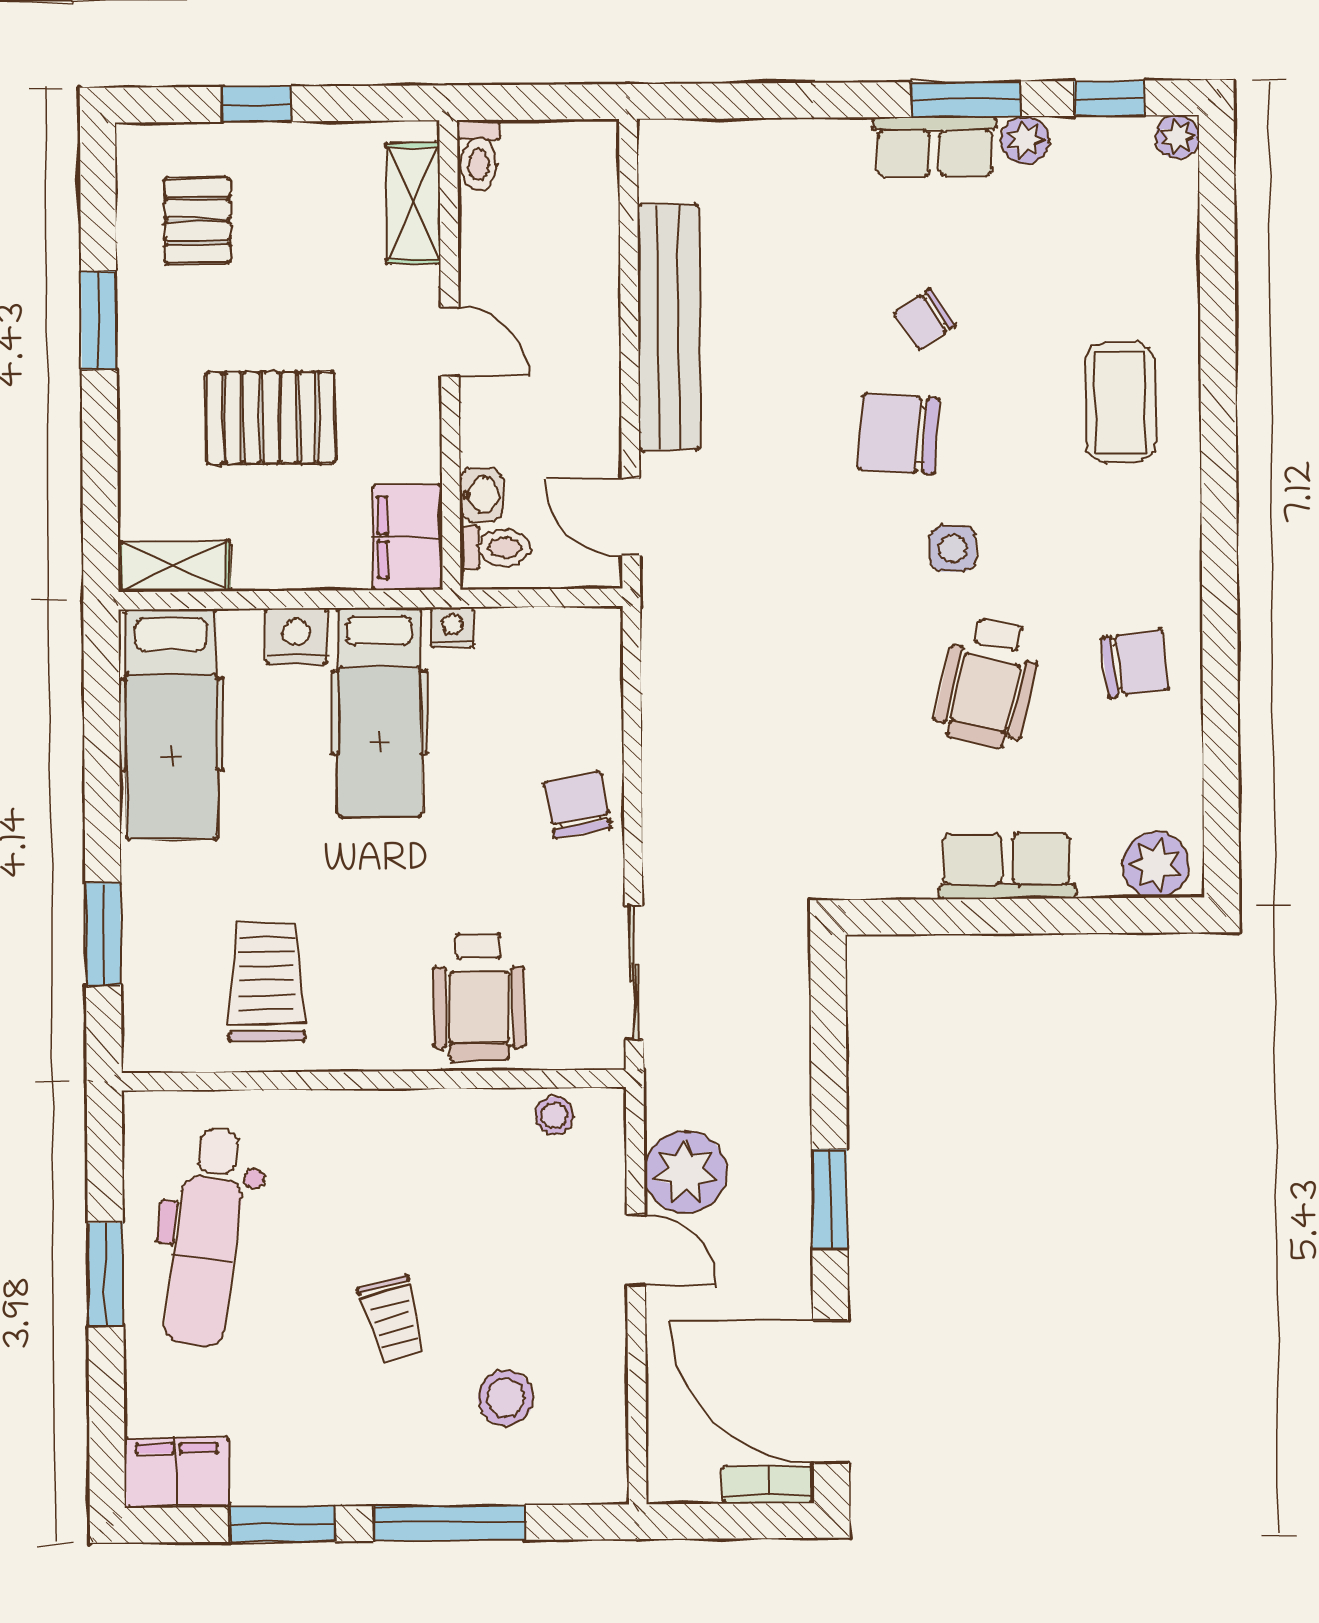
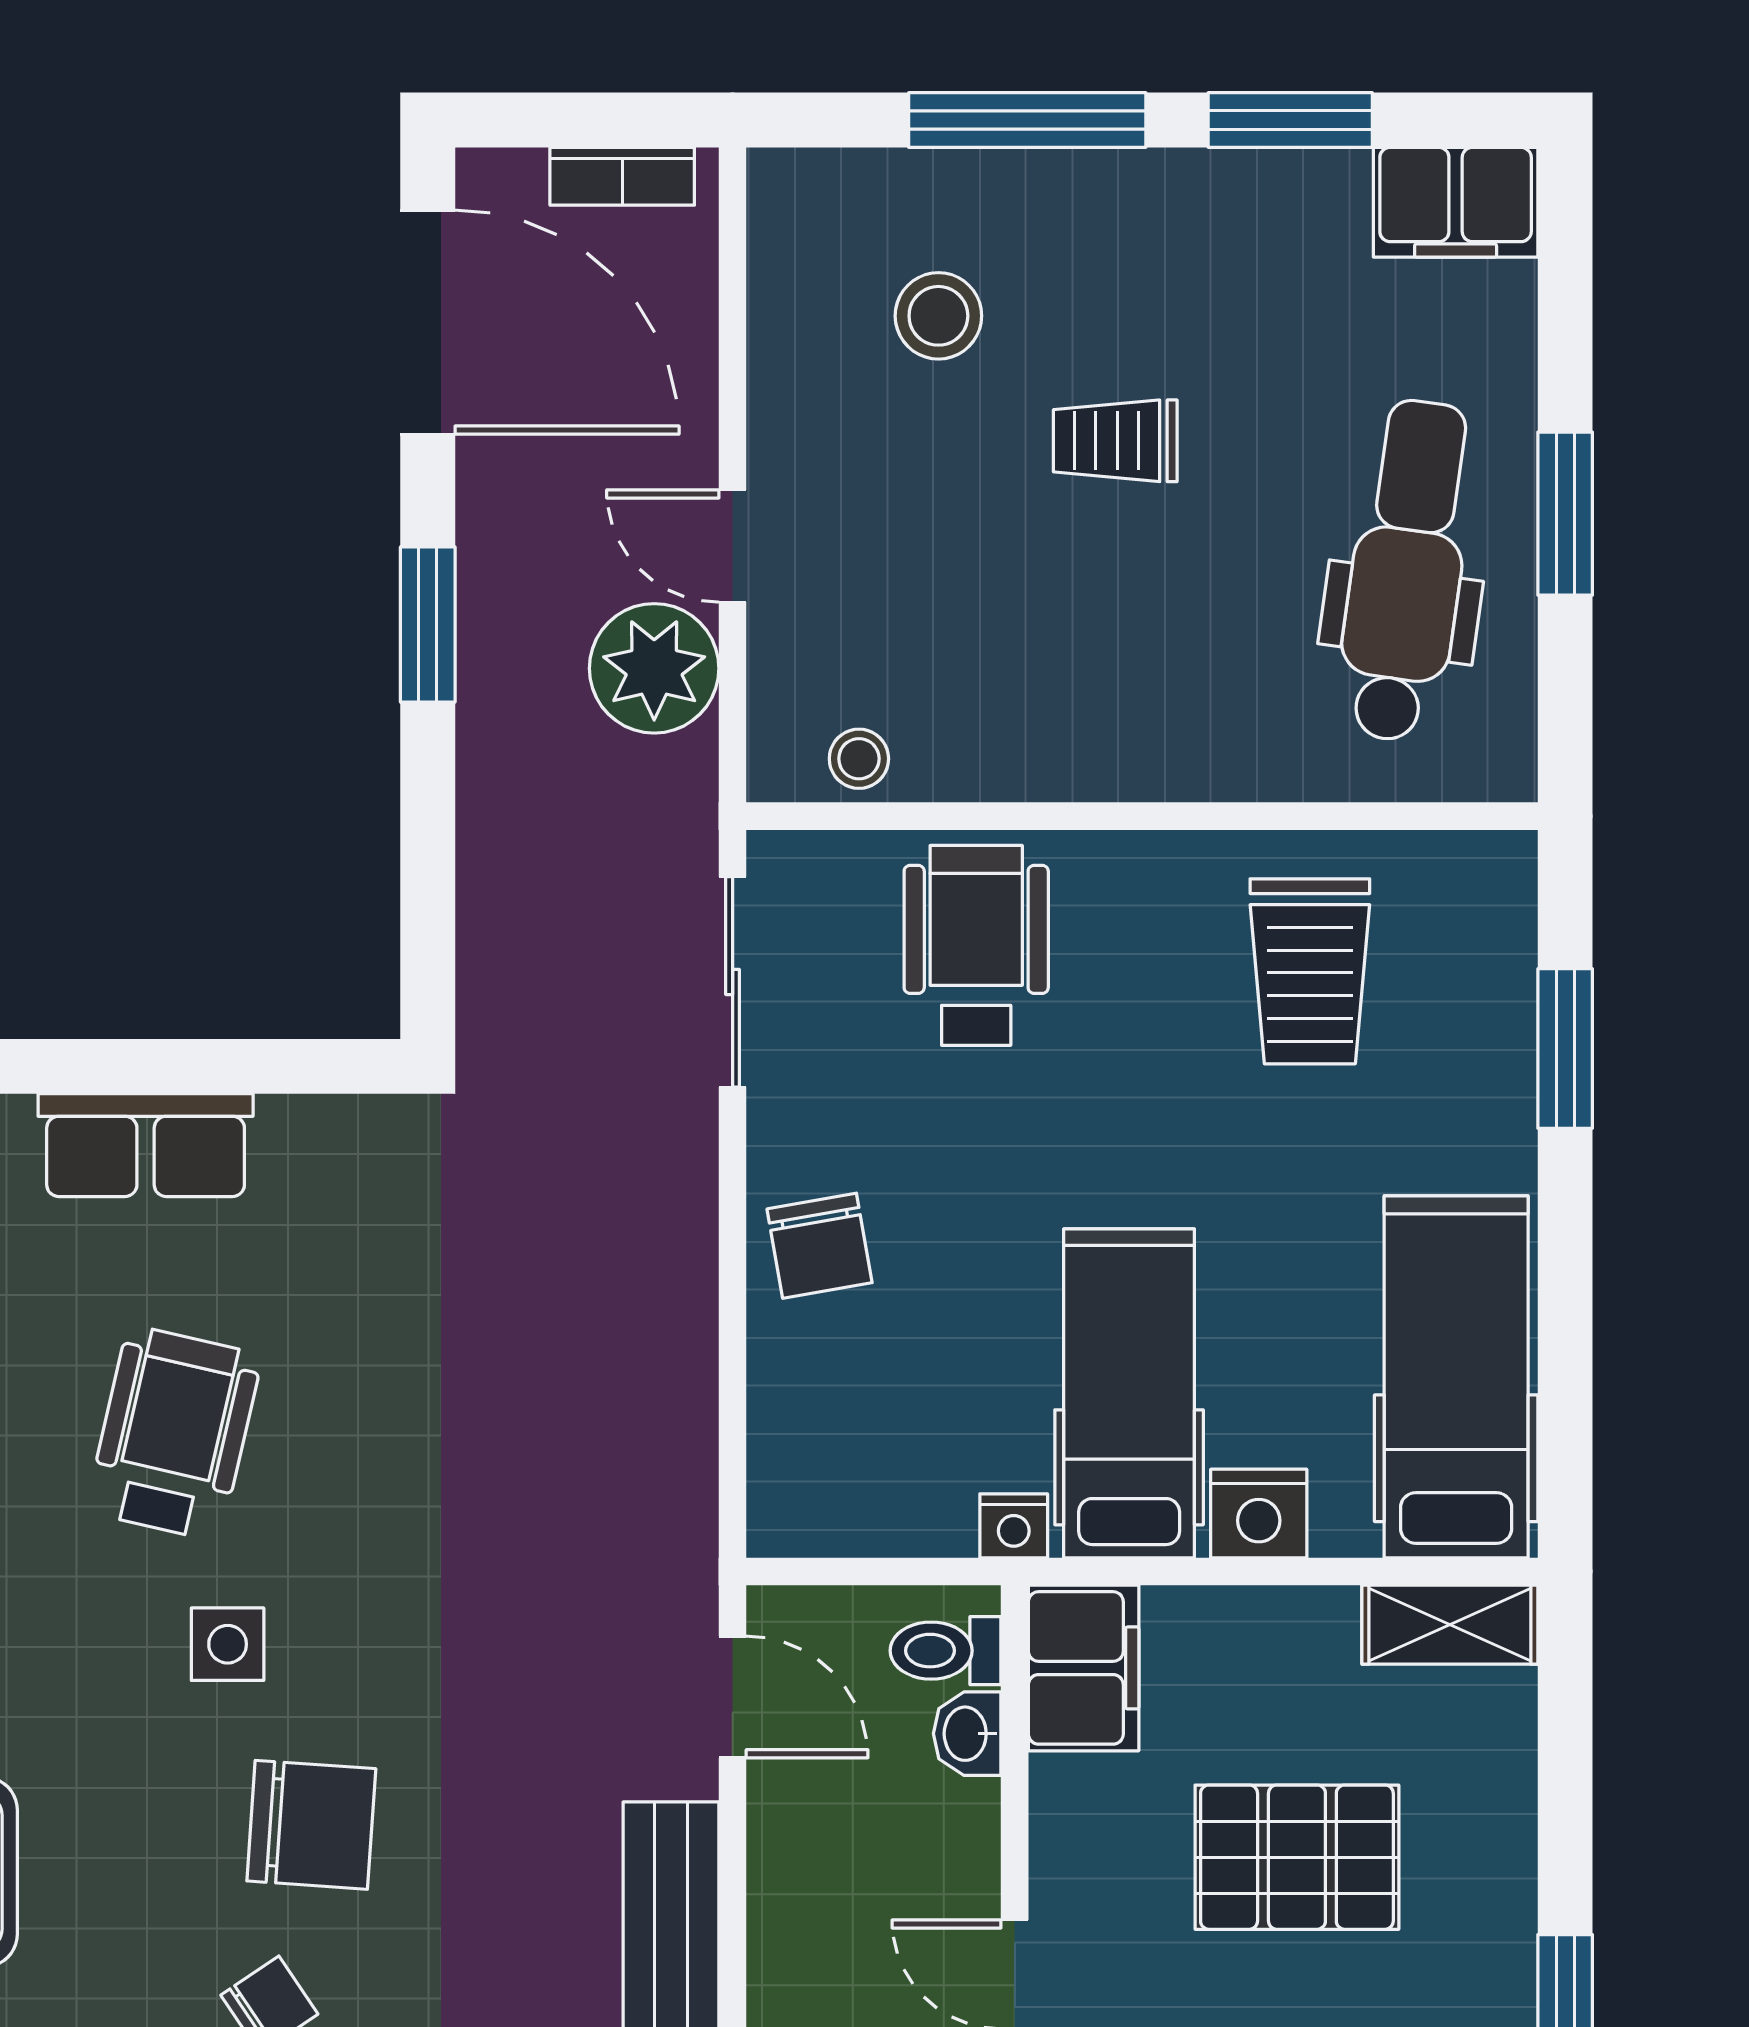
trolley: (393, 1319) -> (1115, 441), turned -75
bookcase: (768, 1485) -> (622, 176), moved

